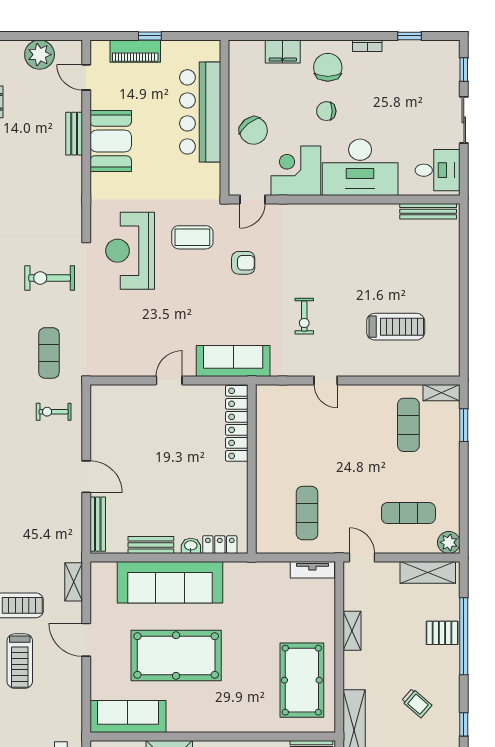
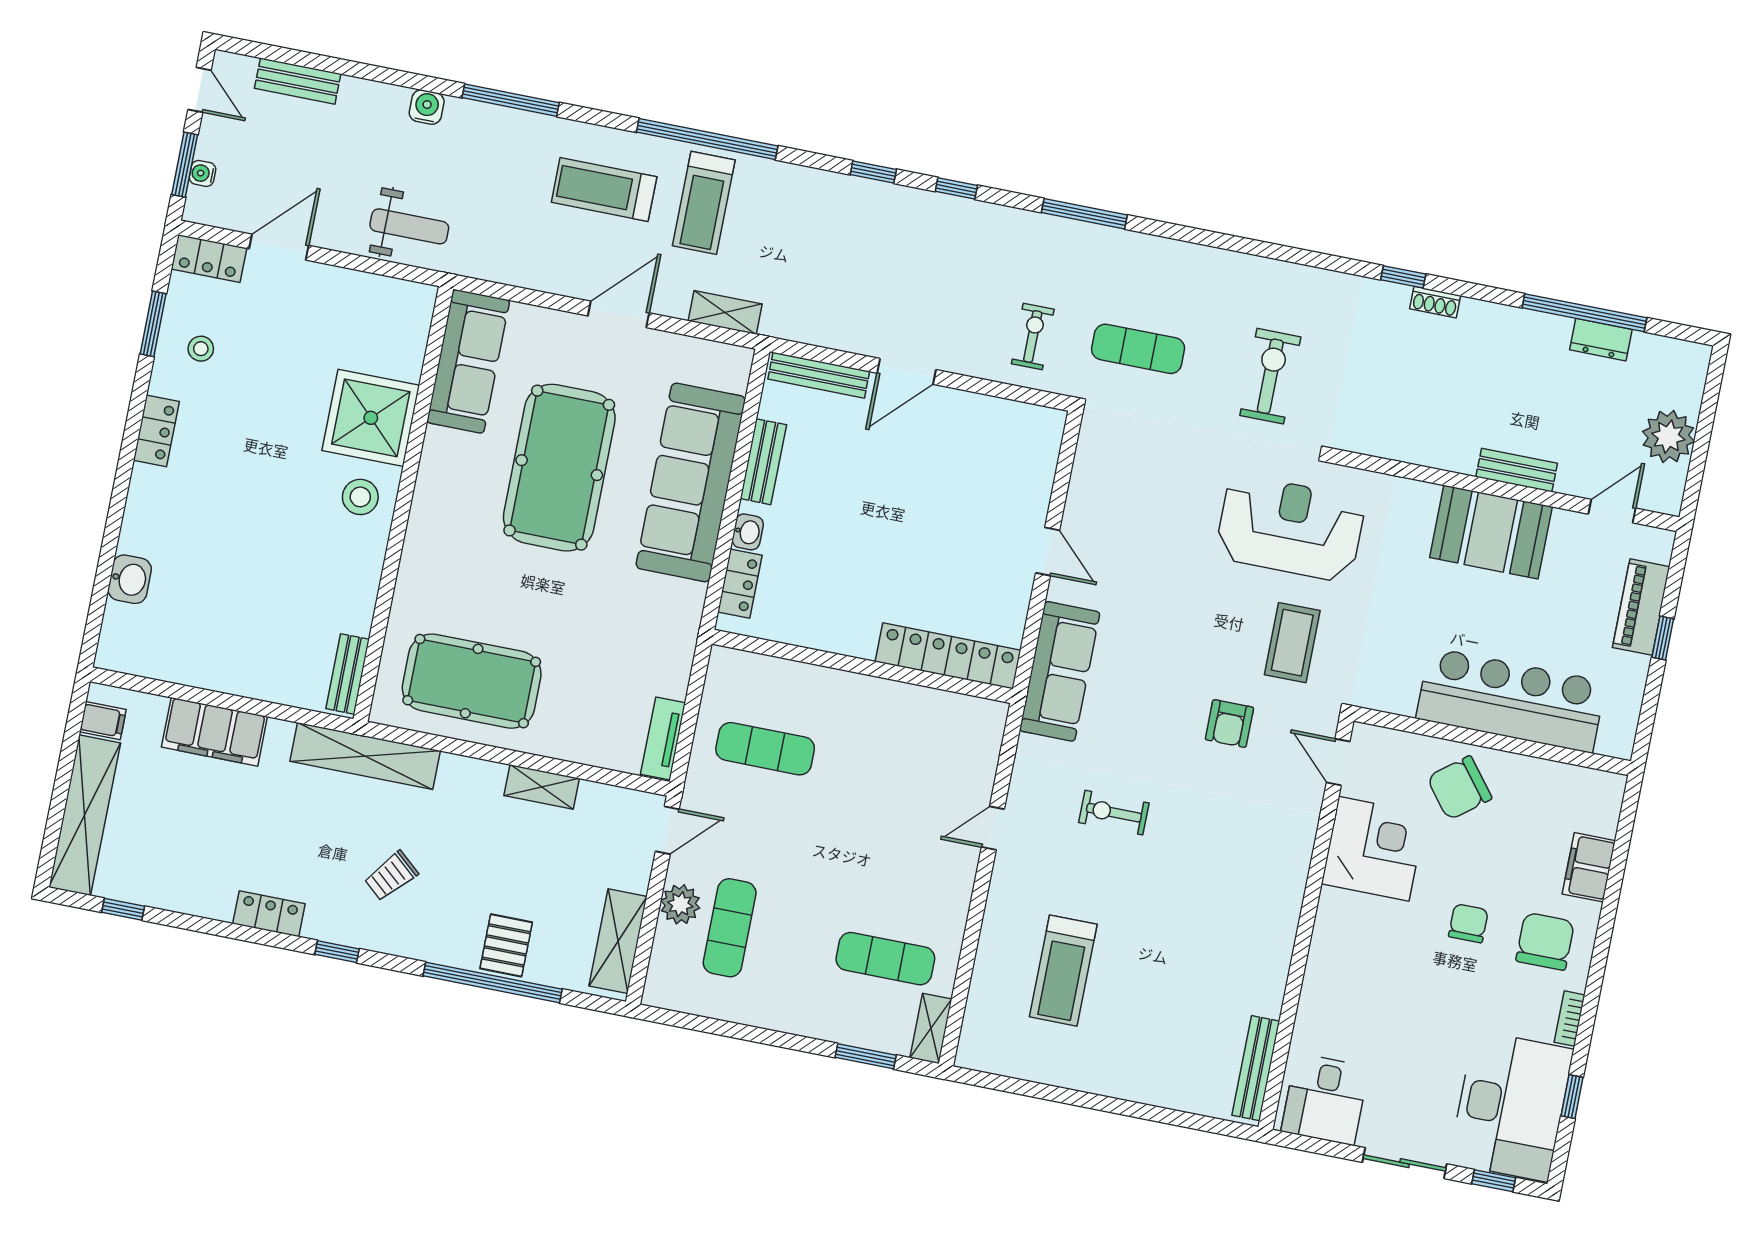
chair: (328, 67) -> (1545, 941), turned -90
desk: (360, 167) -> (1511, 1106), moved, turned 180
plant: (449, 542) -> (680, 904), moved

